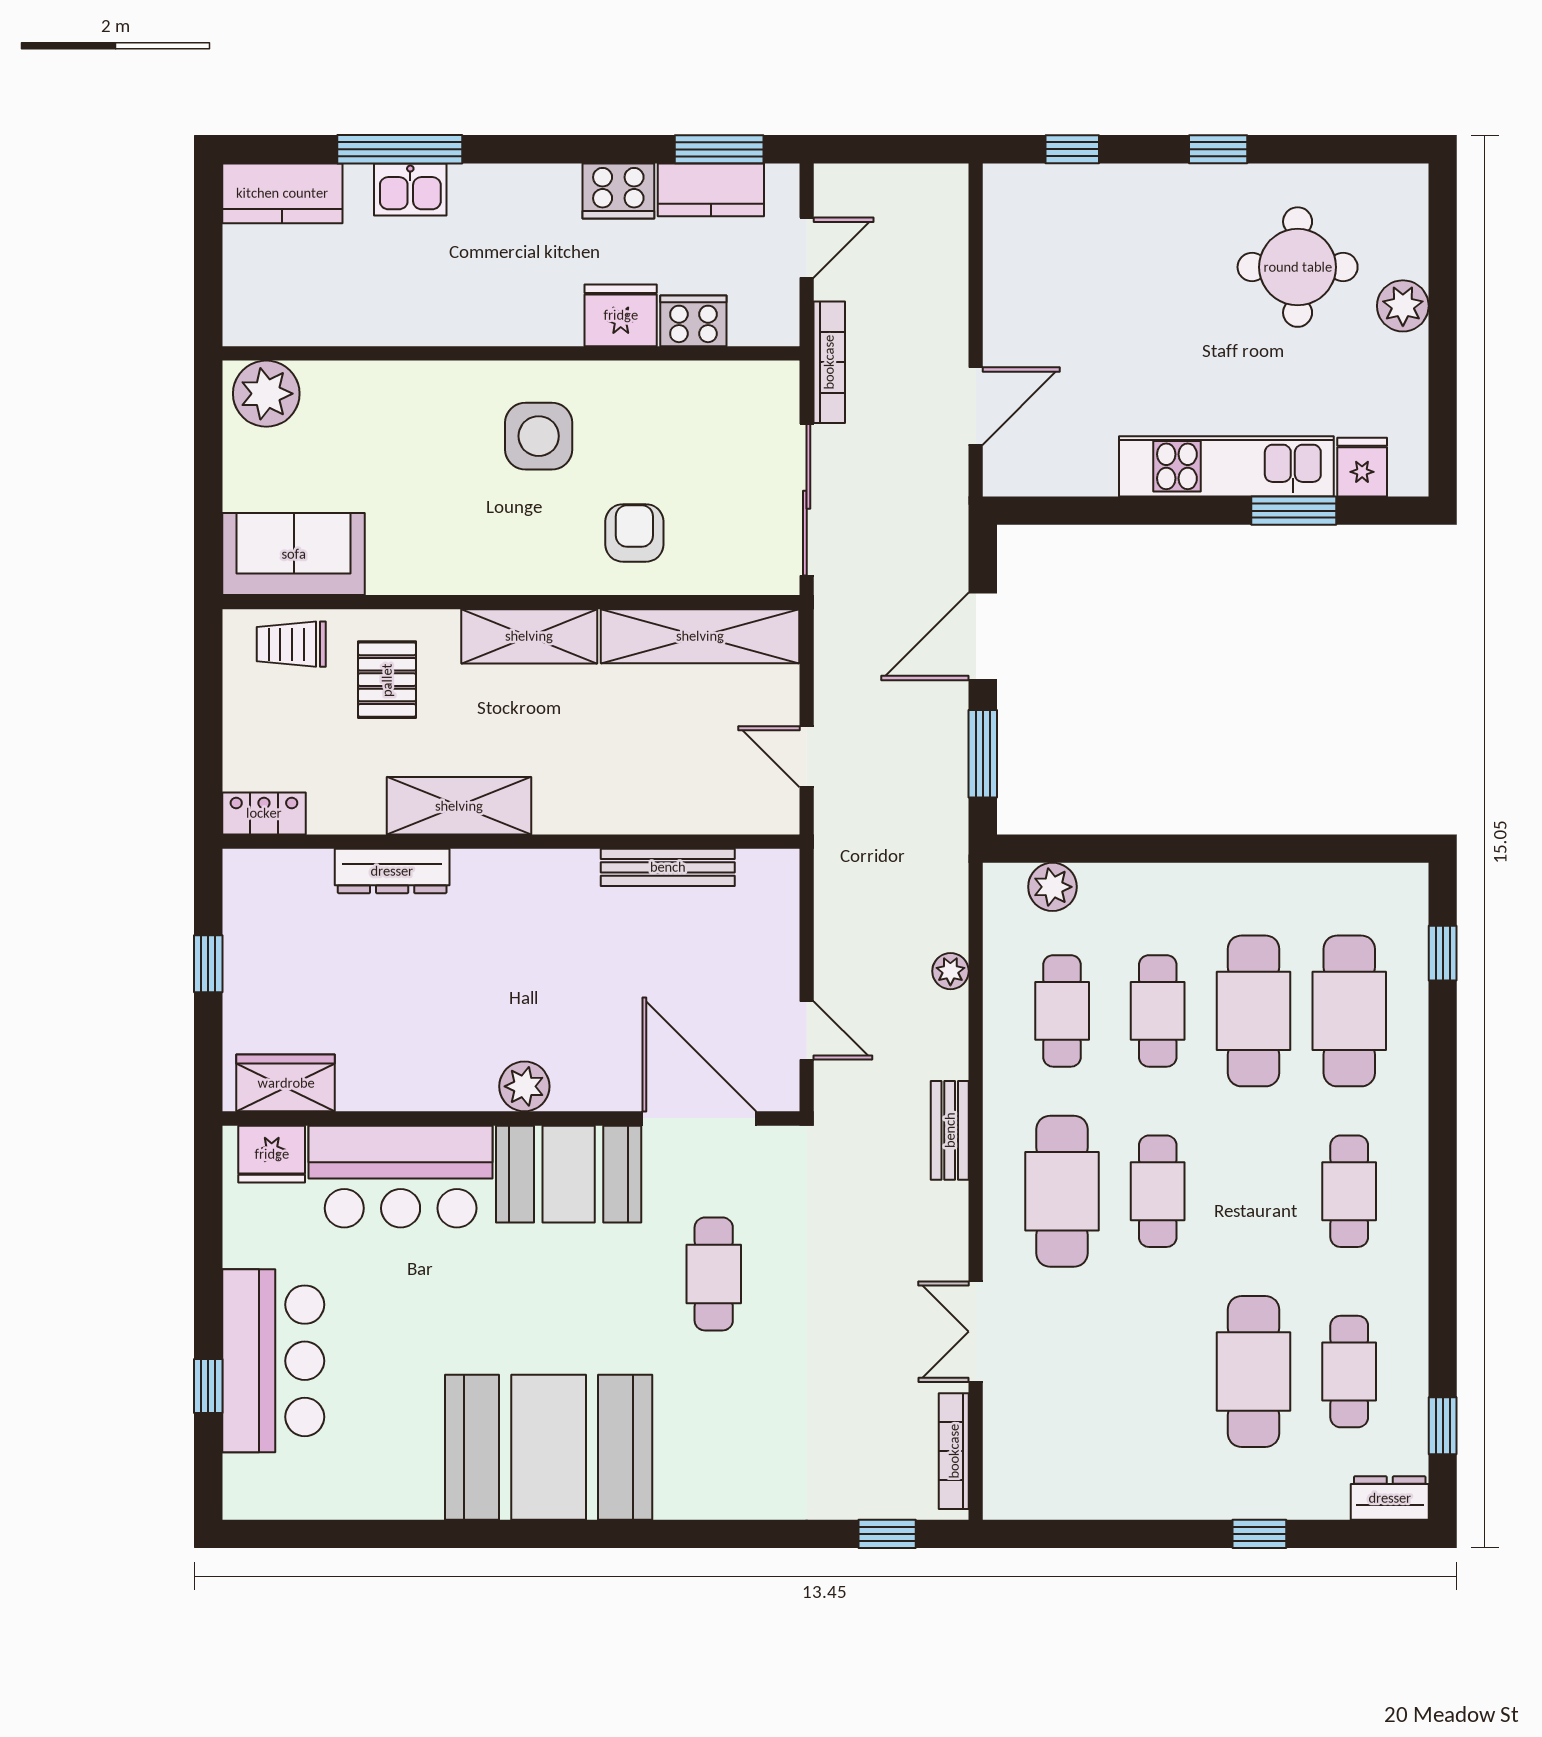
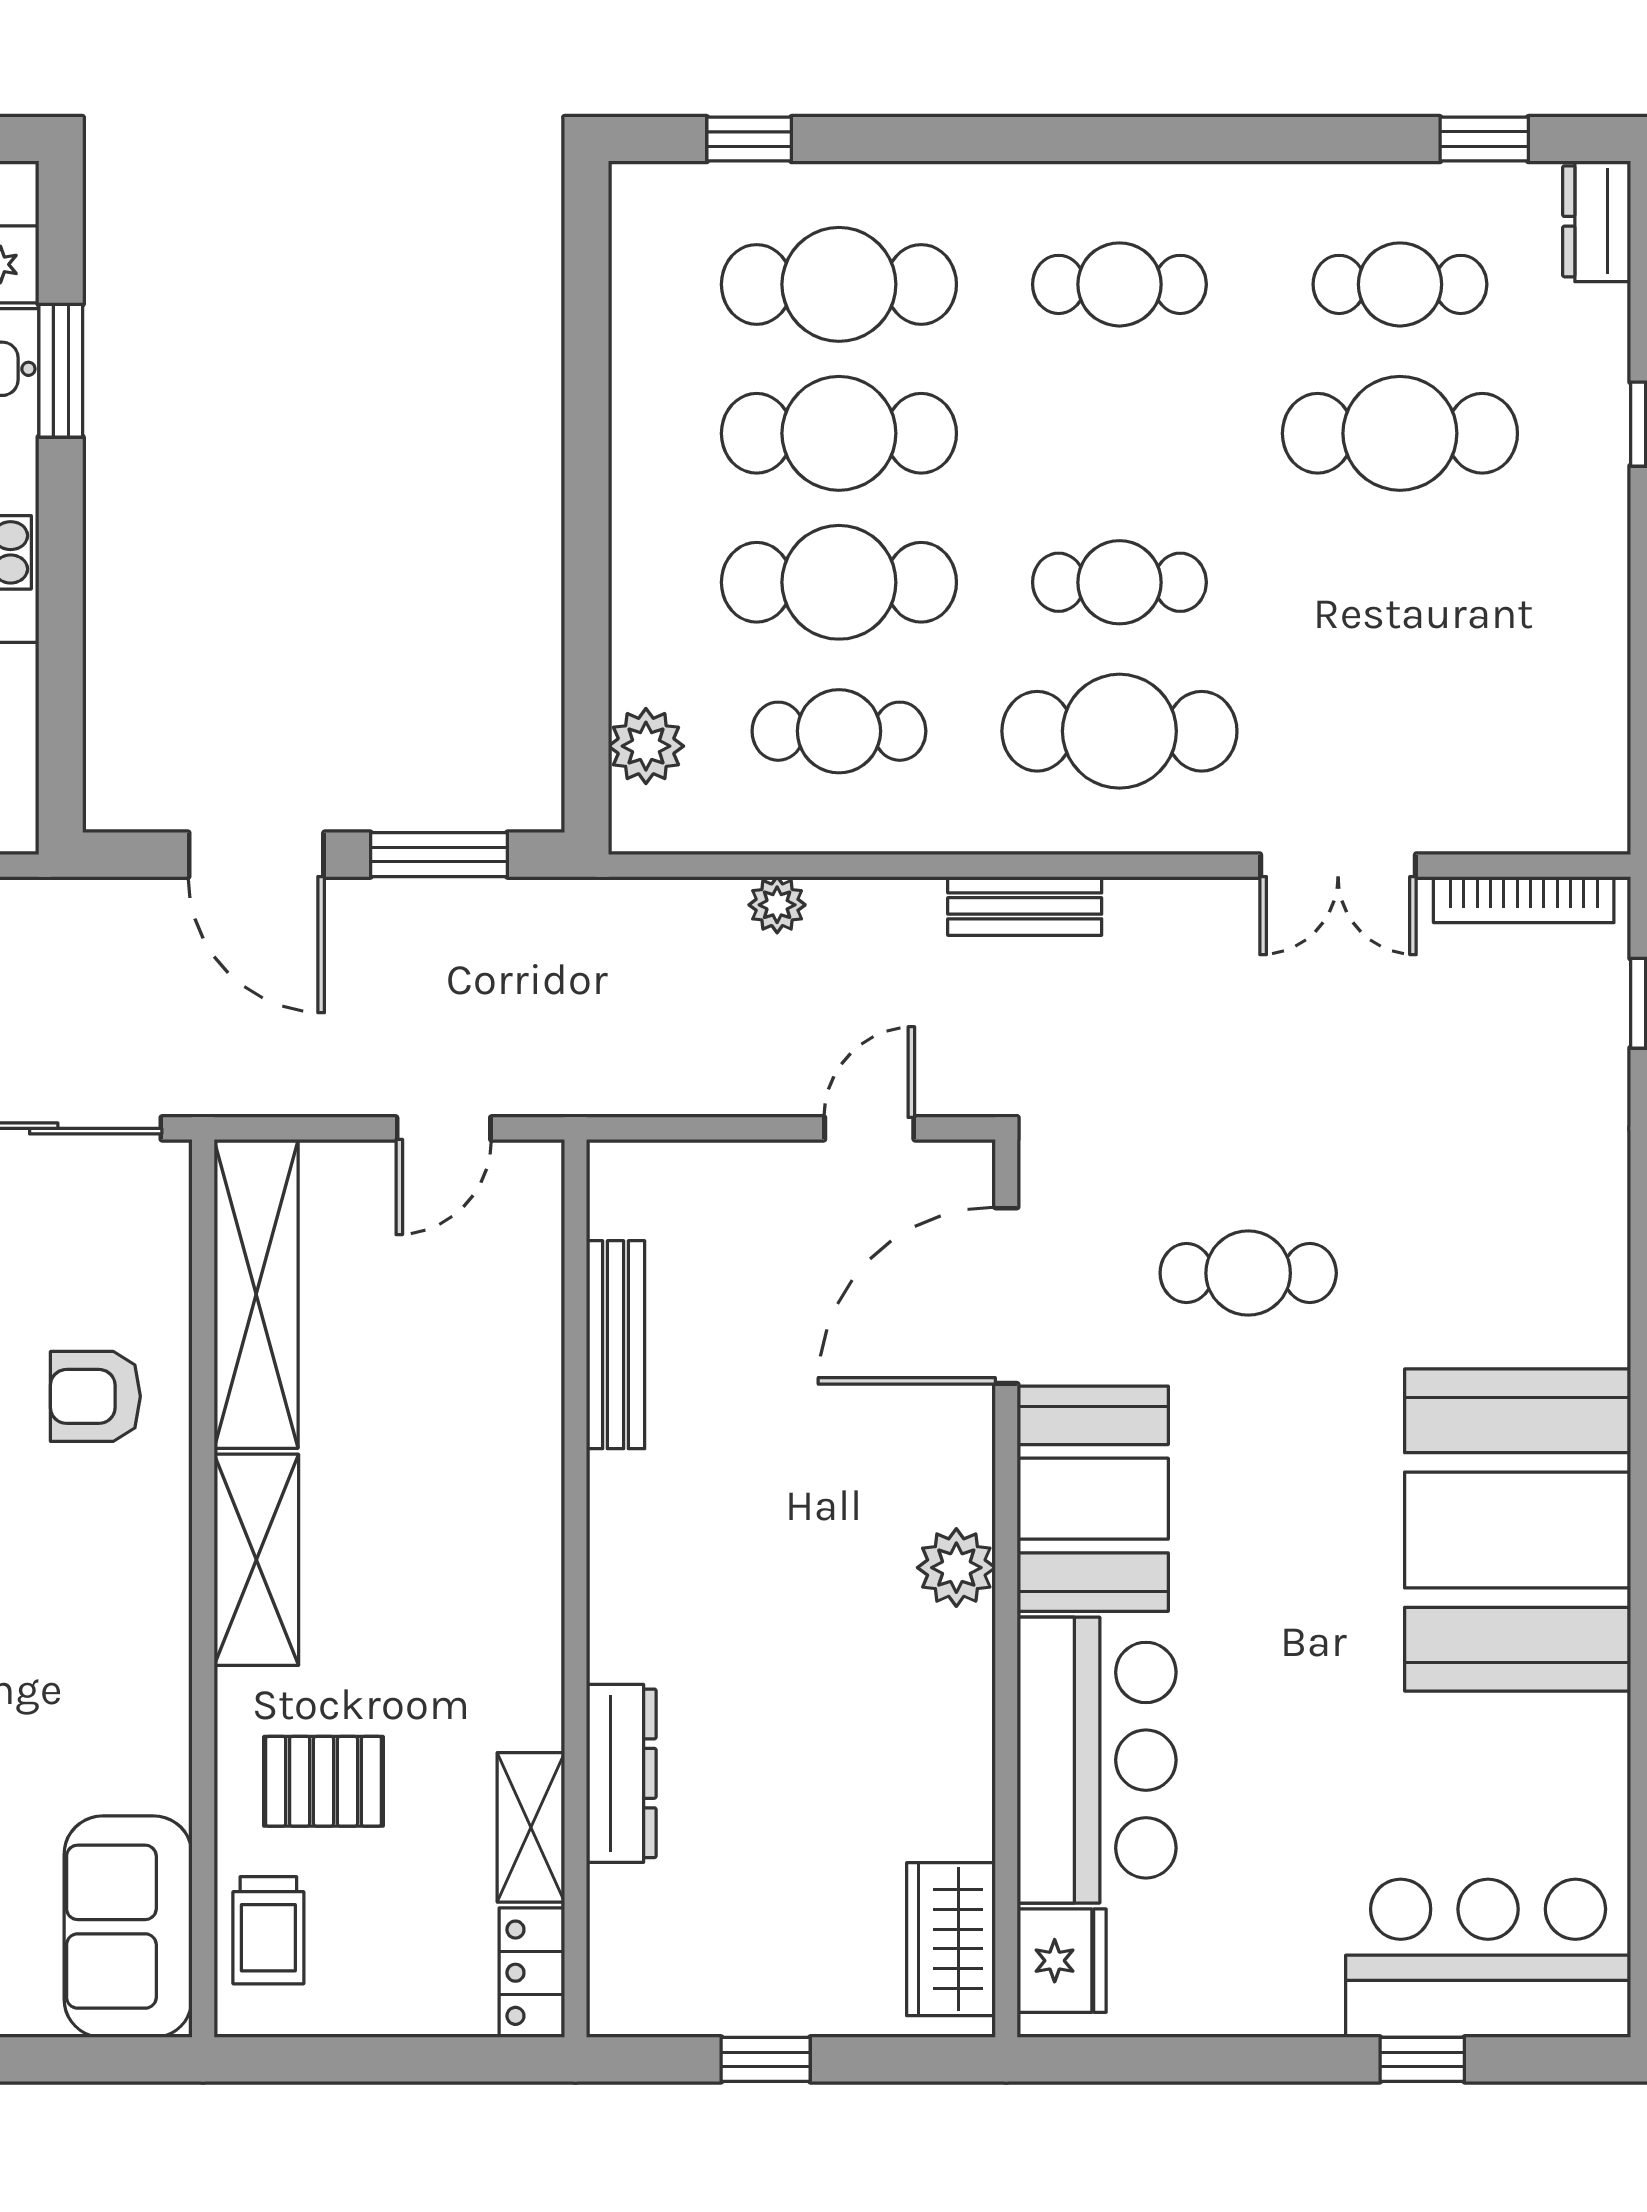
shelving: (459, 806) -> (531, 1827), moved, width x0.67, depth x0.75
cafe table: (1158, 1011) -> (839, 582), width x1.37, depth x1.35
bar counter: (273, 1361) -> (1488, 1958), moved

